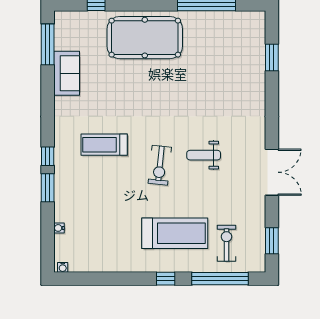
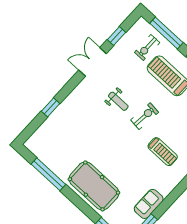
window: (272, 58) -> (51, 107), moved
window: (272, 241) -> (116, 36), moved

